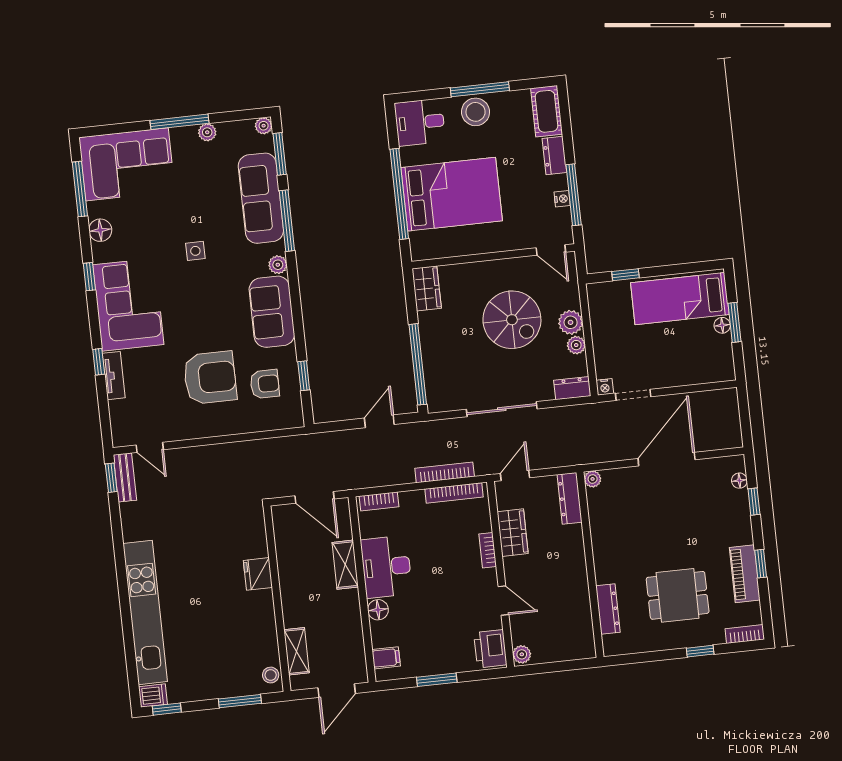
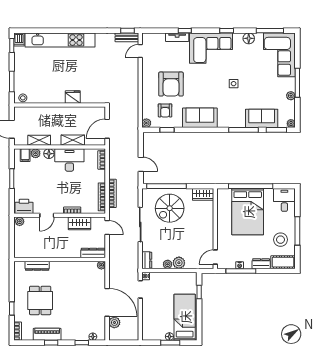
stool: (476, 112) -> (280, 240), moved
sofa: (261, 198) -> (262, 118), width x0.73
plant: (278, 265) -> (146, 123), moved
spiral stairs: (512, 320) -> (170, 208), moved
plant: (706, 440) -> (114, 322), added
plant: (380, 637) -> (36, 153), added
shelving: (297, 651) -> (39, 140), moved

